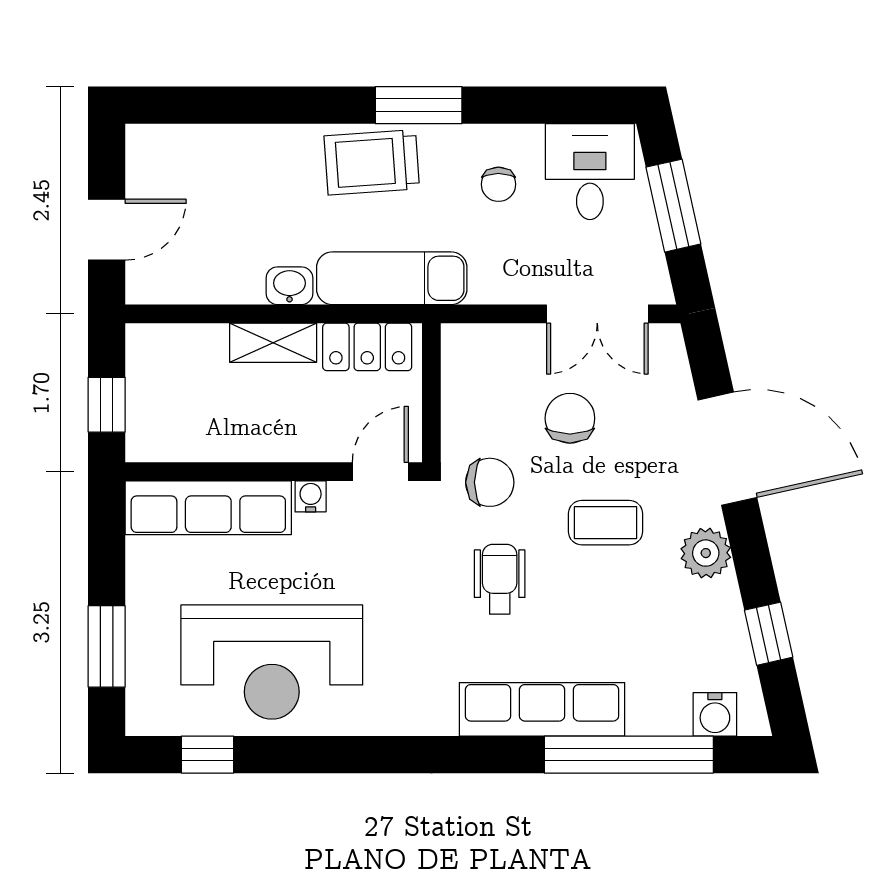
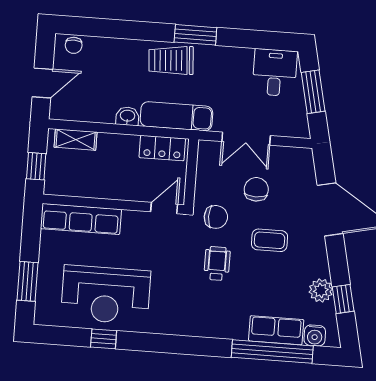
chair: (498, 184) -> (74, 45), moved
double door: (597, 314) -> (246, 139), moved
shelving: (273, 343) -> (76, 140), moved
water cooler: (311, 496) -> (130, 217), removed
plant: (706, 553) -> (321, 290), moved
row of seats: (542, 709) -> (276, 330), moved, width x0.68
window: (207, 755) -> (104, 339), moved

